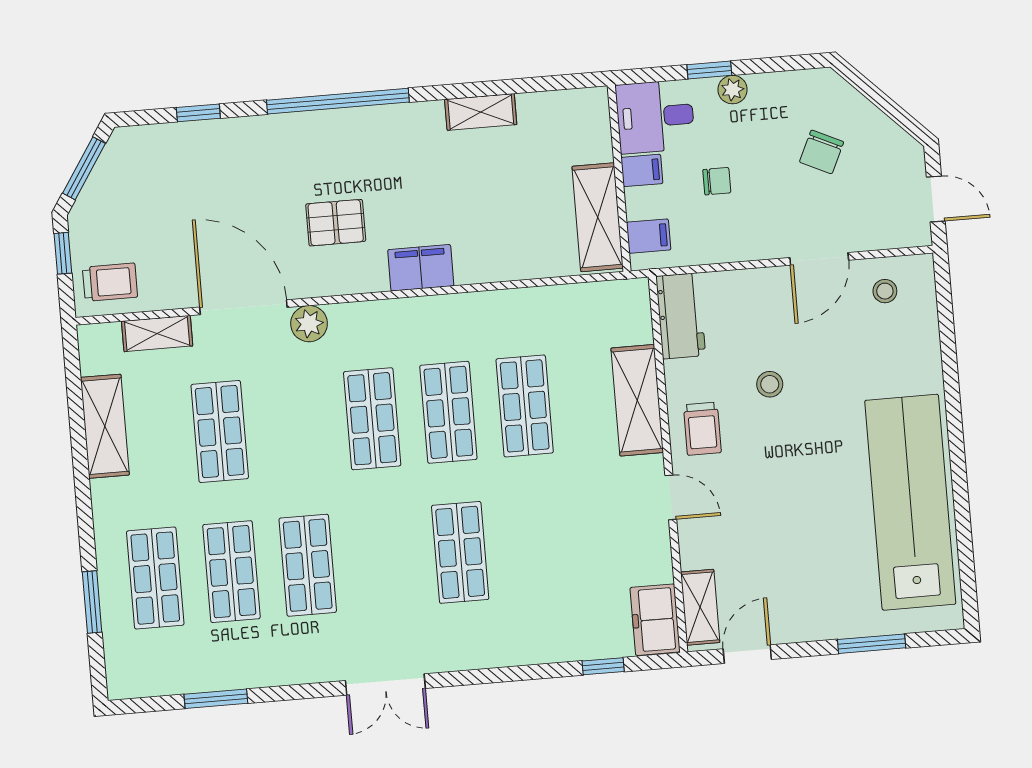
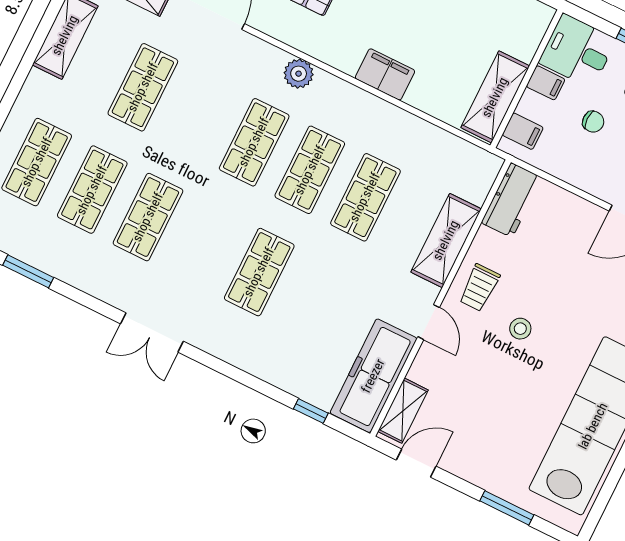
filing cabinet: (421, 268) -> (385, 74), moved
plant: (309, 324) -> (299, 74), moved
stool: (770, 384) -> (520, 329), moved
freezer: (655, 620) -> (373, 376), width x1.91, depth x1.26

